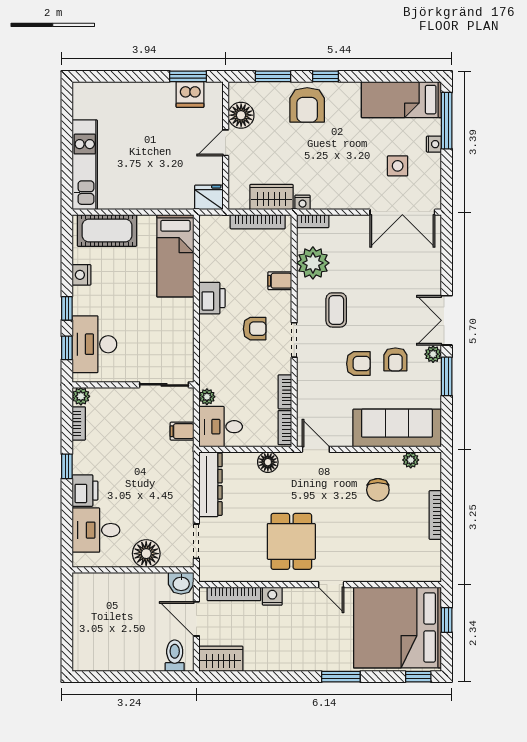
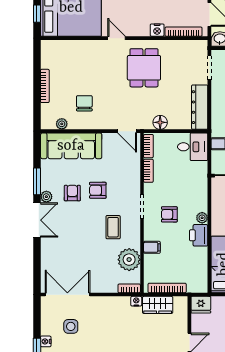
plant: (207, 397) -> (202, 218), moved

